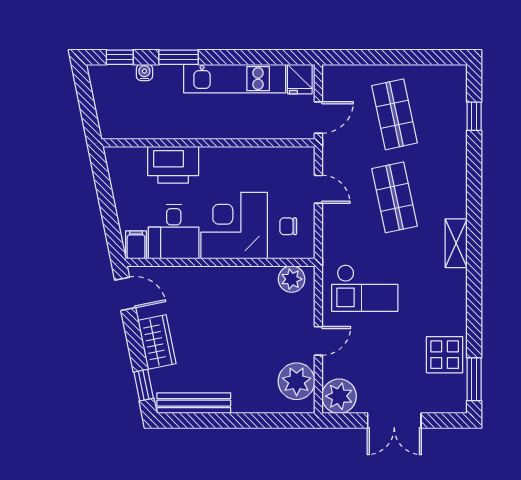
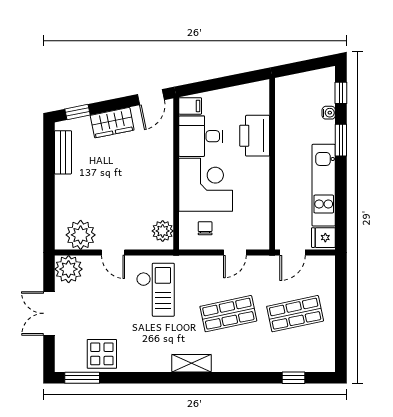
door: (318, 117) -> (292, 252), hinge flipped
checkout: (365, 288) -> (155, 290), turned 180
bench: (194, 403) -> (63, 152), width x0.73

